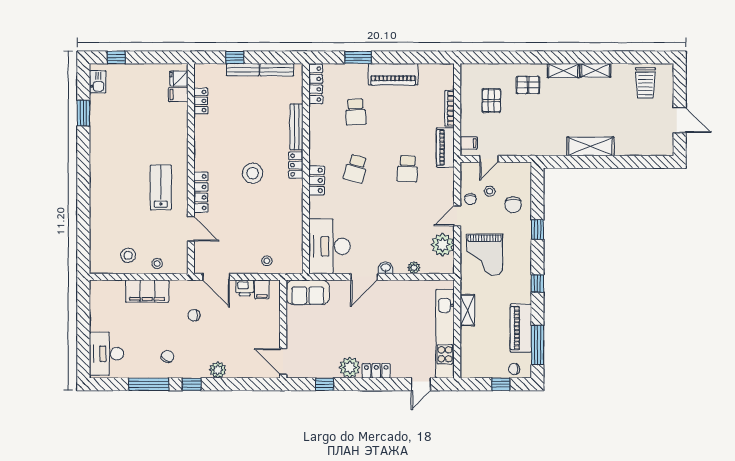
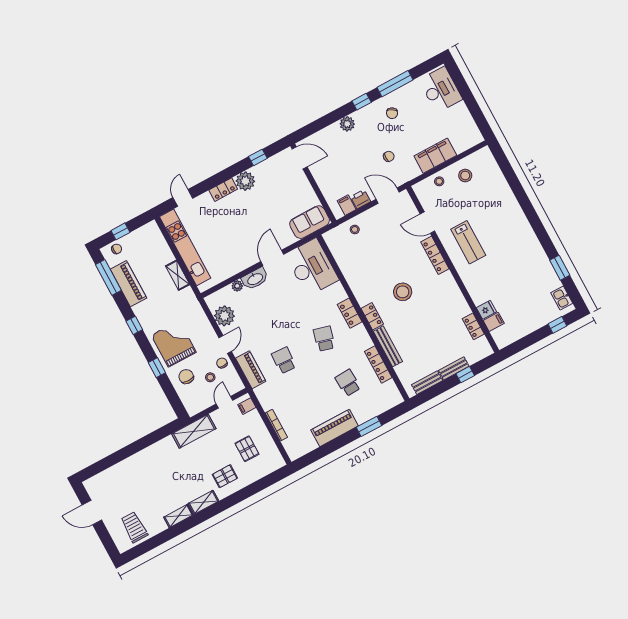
fridge: (179, 79) -> (486, 310), moved
locker: (316, 84) -> (378, 365), moved
shelving: (590, 146) -> (194, 431), moved
piano: (445, 147) -> (251, 370), moved
grand piano: (485, 255) -> (174, 344), moved
washbasin: (386, 268) -> (255, 279), width x1.91, depth x1.45

